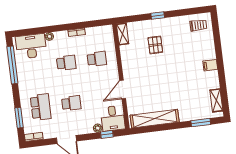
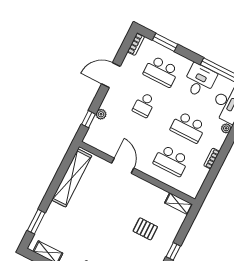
school desk: (97, 59) -> (171, 161), width x1.85
school desk: (66, 63) -> (188, 127), width x1.85
desk: (113, 118) -> (200, 81), moved, turned 90

